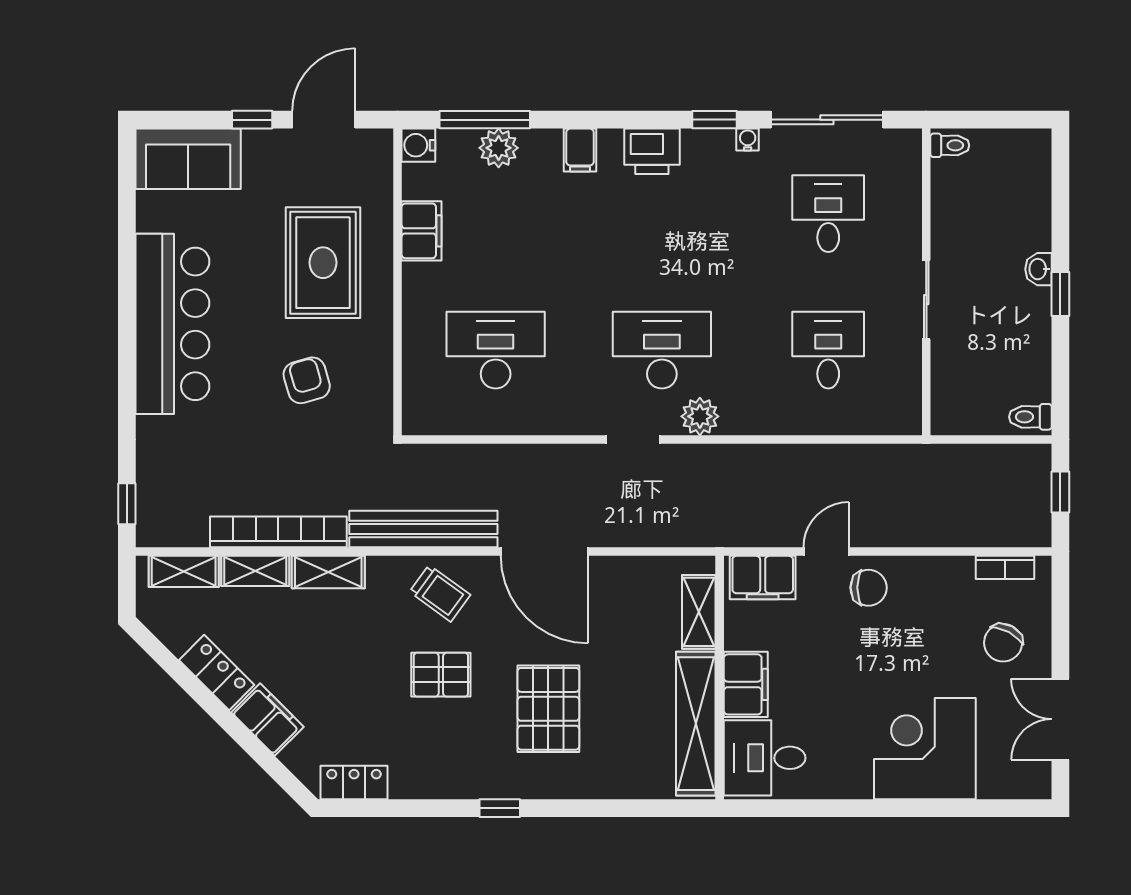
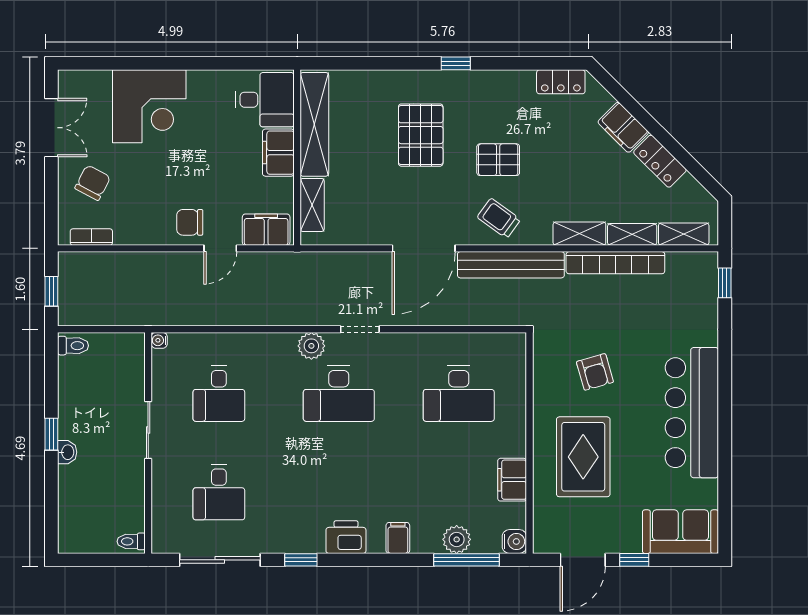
water cooler: (748, 140) -> (159, 340), moved, turned 90
door: (544, 552) -> (424, 248), swing flipped

